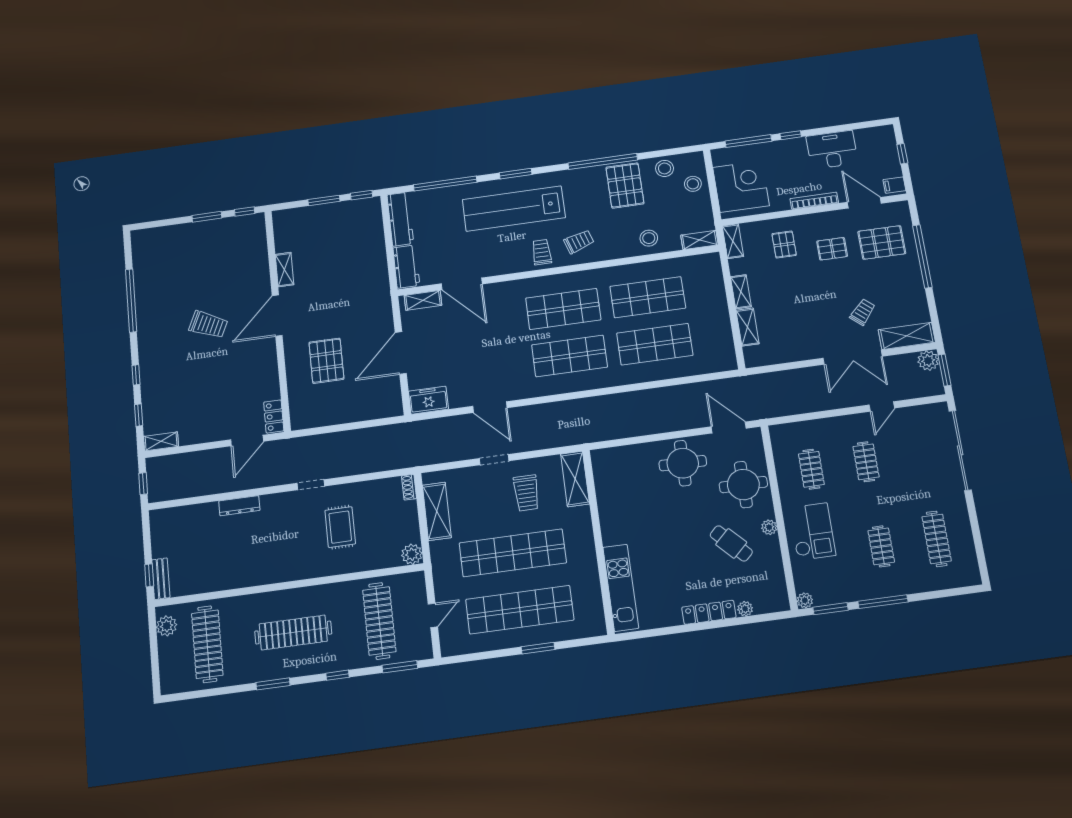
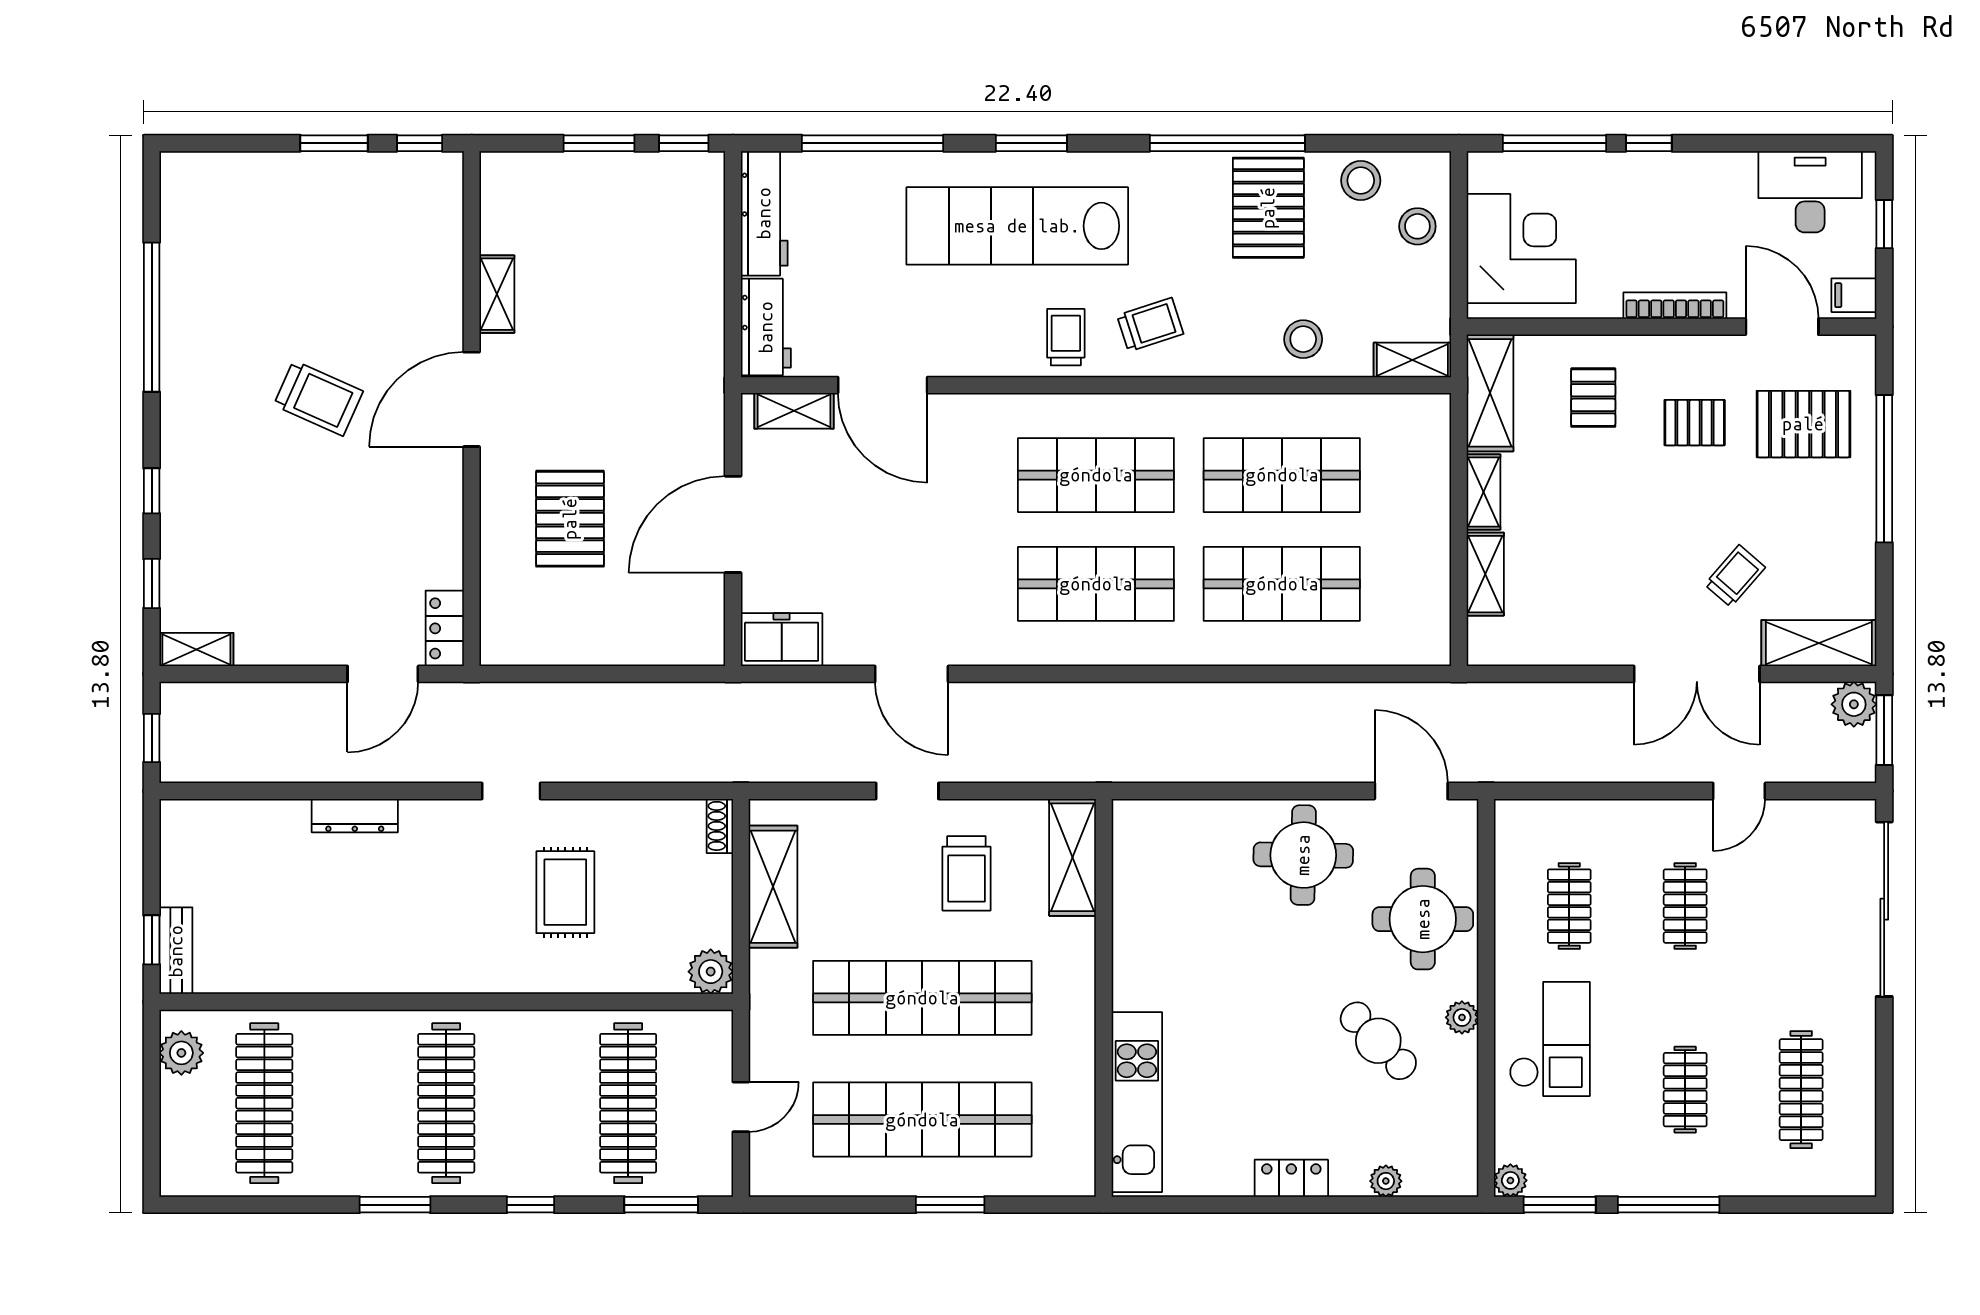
desk: (832, 150) -> (1810, 192), moved
shelving: (733, 241) -> (1490, 393), width x1.50, depth x1.33
locker: (709, 612) -> (1291, 1178), width x0.66
clothes rail: (293, 633) -> (446, 1103), turned 90

